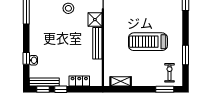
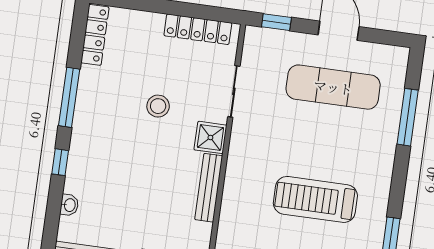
window: (26, 58) -> (60, 162), moved

